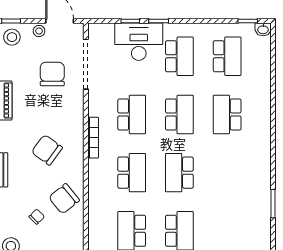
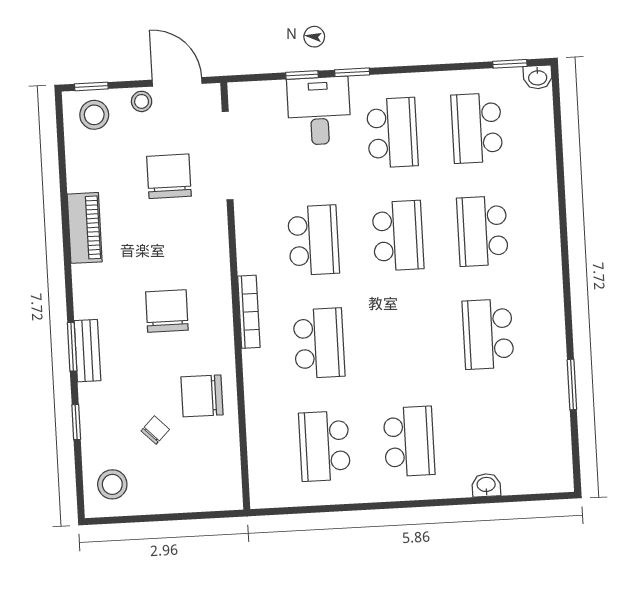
desk: (139, 42) -> (319, 111), width x0.73
school desk: (227, 56) -> (477, 128), turned 180
bookcase: (93, 138) -> (249, 312), moved
chair: (47, 150) -> (167, 311), turned 54
school desk: (179, 173) -> (488, 334), moved
chair: (64, 199) -> (202, 396), turned 39

